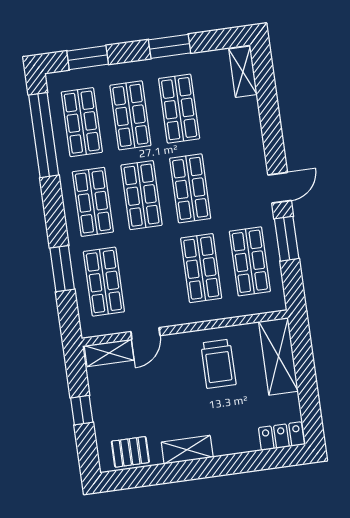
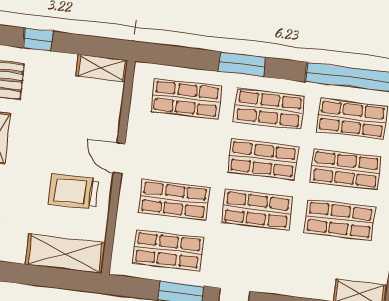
window: (62, 269) -> (242, 64), moved
door: (145, 334) -> (119, 158), moved
shelving: (109, 353) -> (102, 68), moved, turned 90
window: (82, 410) -> (38, 40), moved

